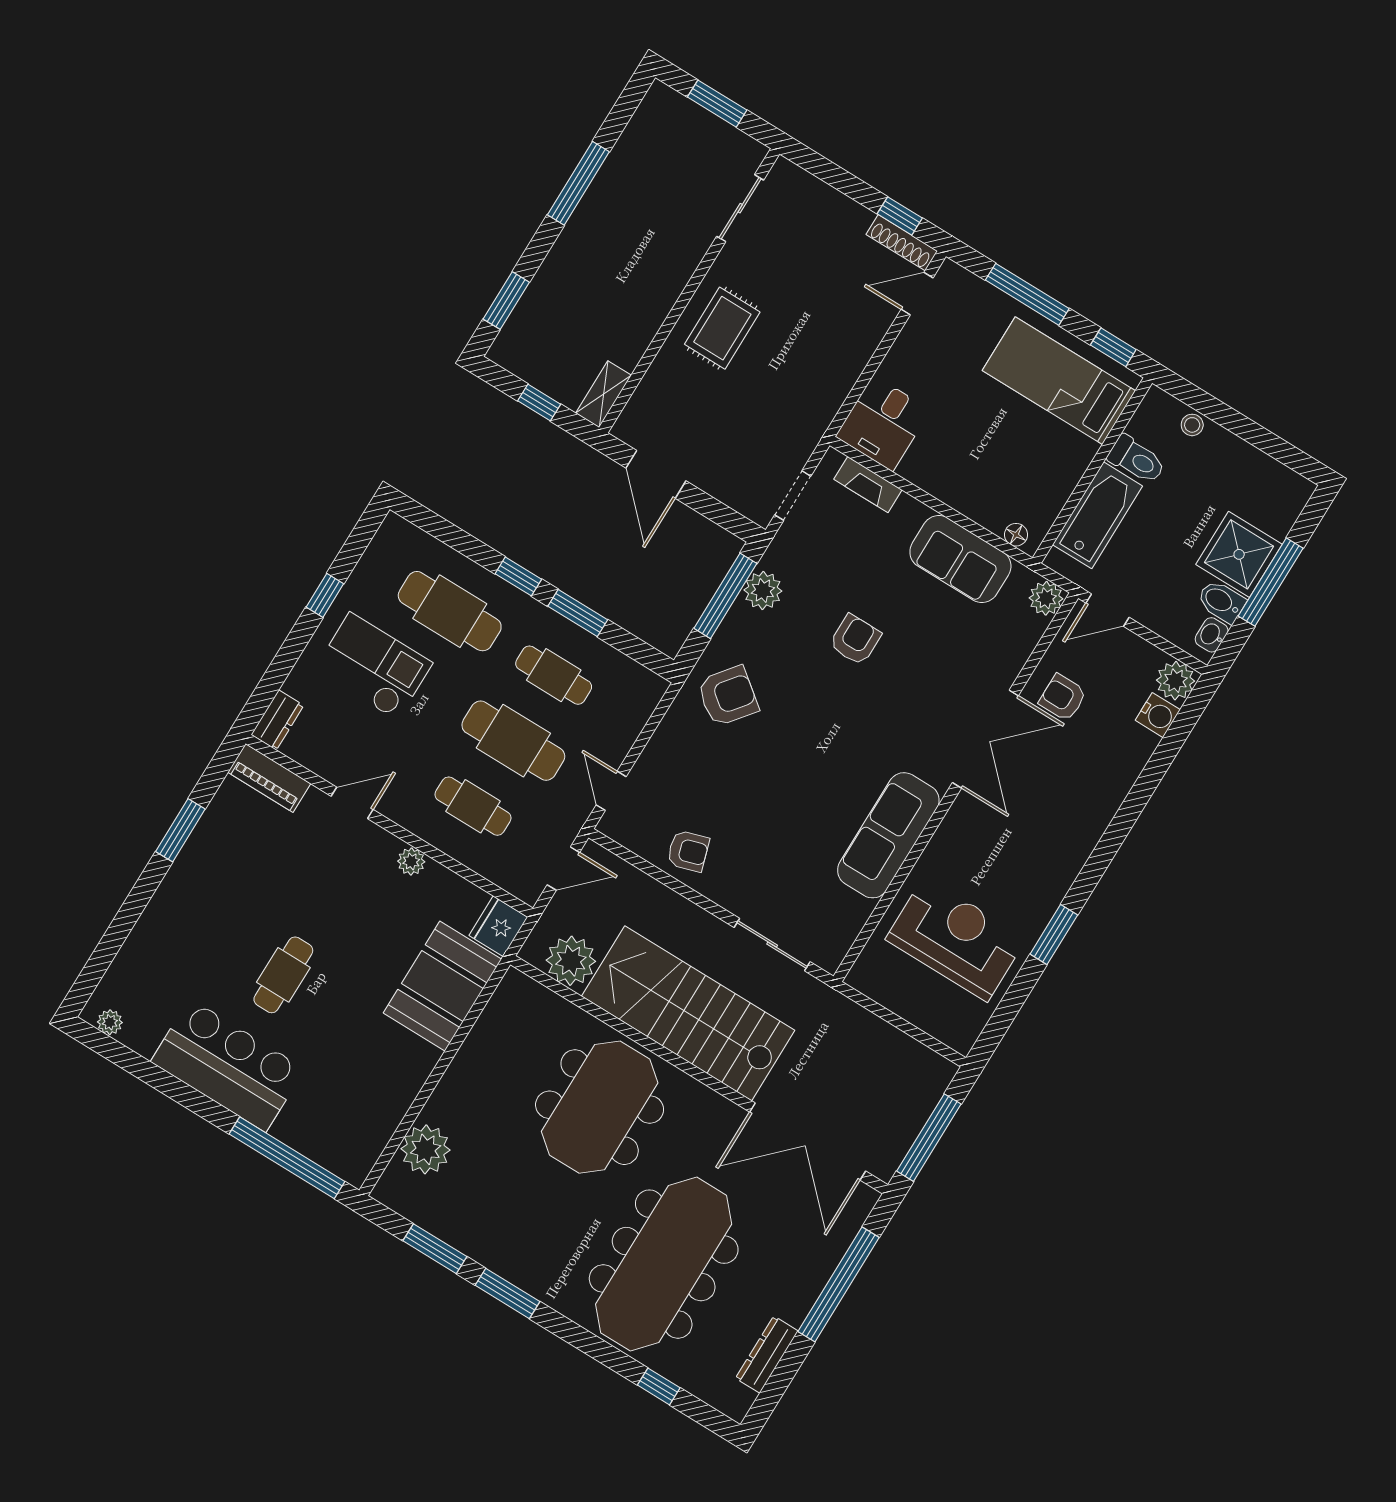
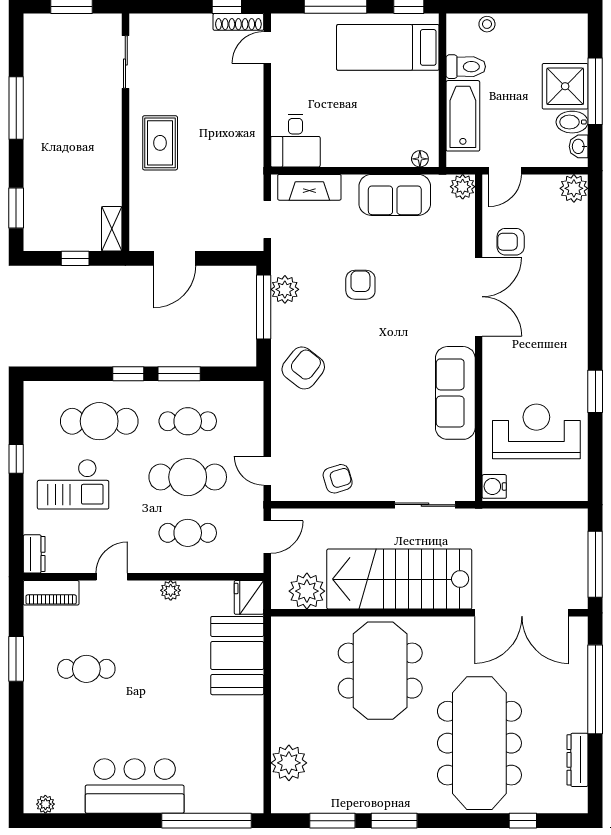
door: (656, 474) -> (175, 258), hinge flipped
fireplace: (868, 485) -> (309, 187), width x1.37, depth x1.32
checkout: (373, 666) -> (73, 484), turned 180
water cooler: (1158, 715) -> (494, 486), moved, turned 180
cafe table: (283, 975) -> (86, 669), moved, turned 90

